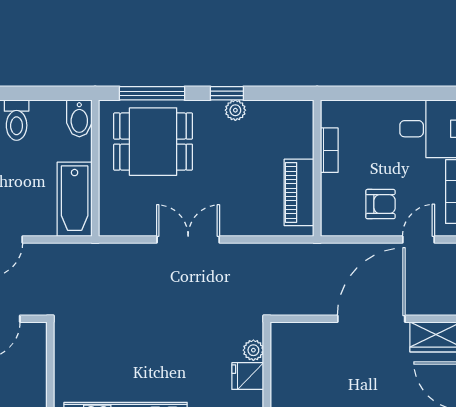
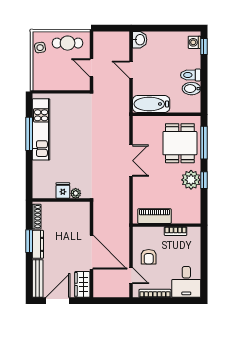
plant: (235, 110) -> (191, 180), width x1.88, depth x1.88
bidet: (79, 118) -> (191, 89), moved

